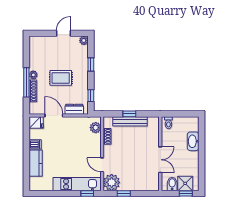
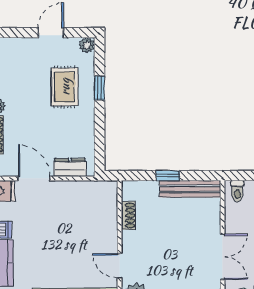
rug: (61, 78) -> (65, 87), moved, turned 90
window: (91, 96) -> (100, 143), removed
bench: (130, 121) -> (190, 189), moved
plant: (96, 128) -> (108, 200), removed

